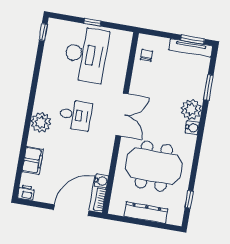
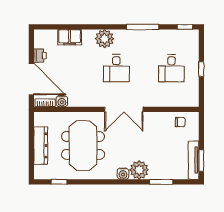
desk: (86, 55) -> (172, 68), width x0.53, depth x0.77
window: (35, 79) -> (142, 27), added
printer: (26, 193) -> (40, 56), moved

